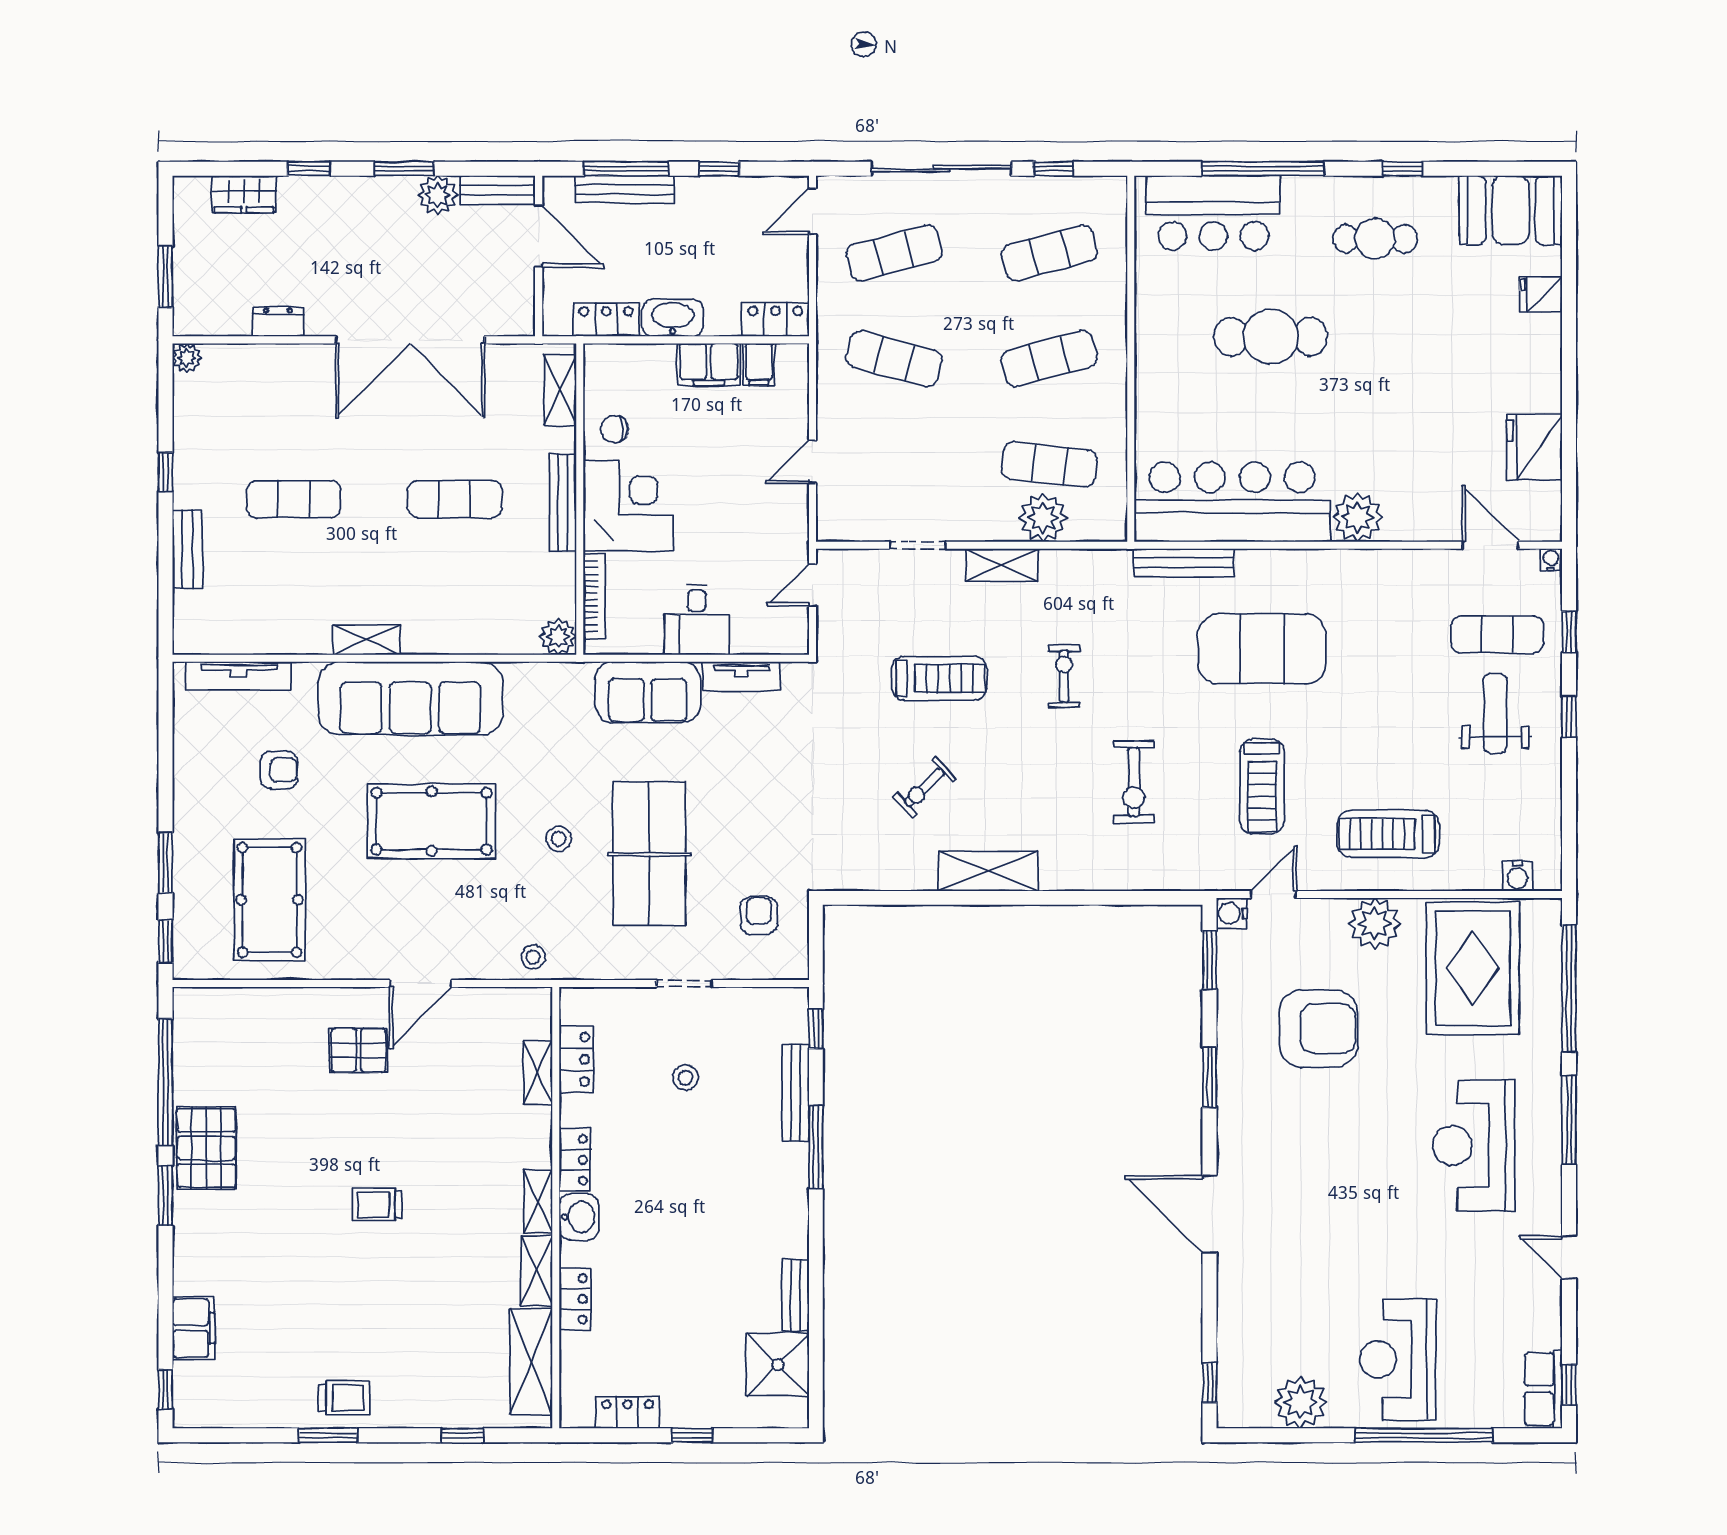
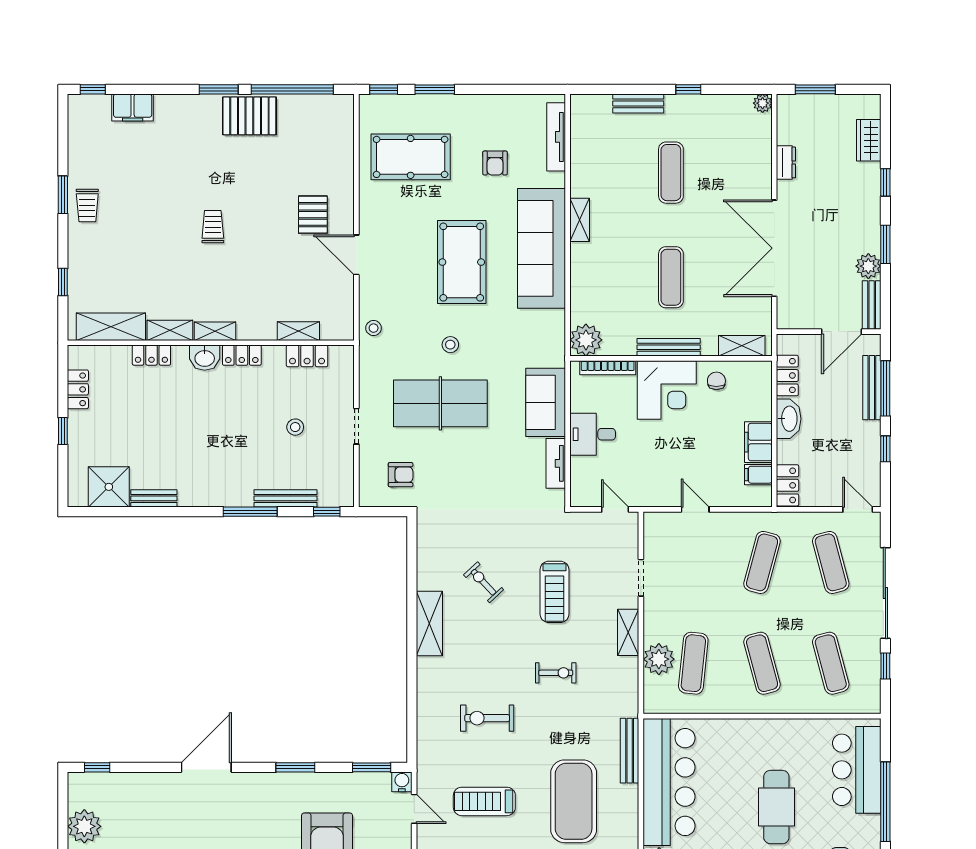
plant: (558, 637) -> (586, 340), width x1.36, depth x1.36

